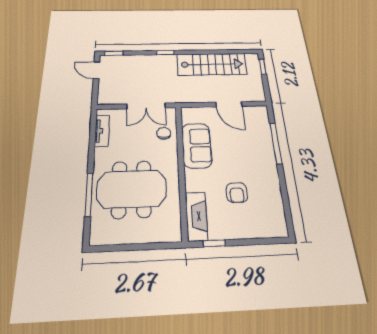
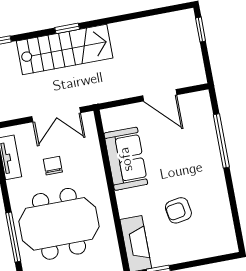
stairs: (212, 64) -> (65, 50), moved
chair: (164, 133) -> (53, 166), moved
armchair: (237, 193) -> (178, 210), turned 81

